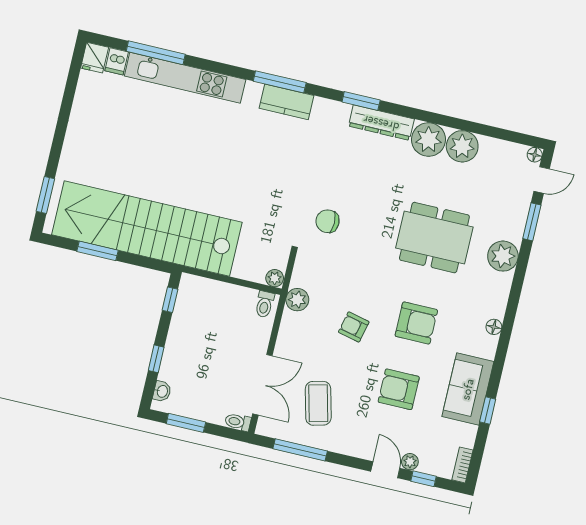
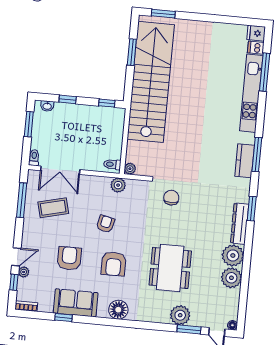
plant: (503, 256) -> (180, 315), moved
floor lamp: (494, 327) -> (118, 310), width x1.89, depth x1.89

